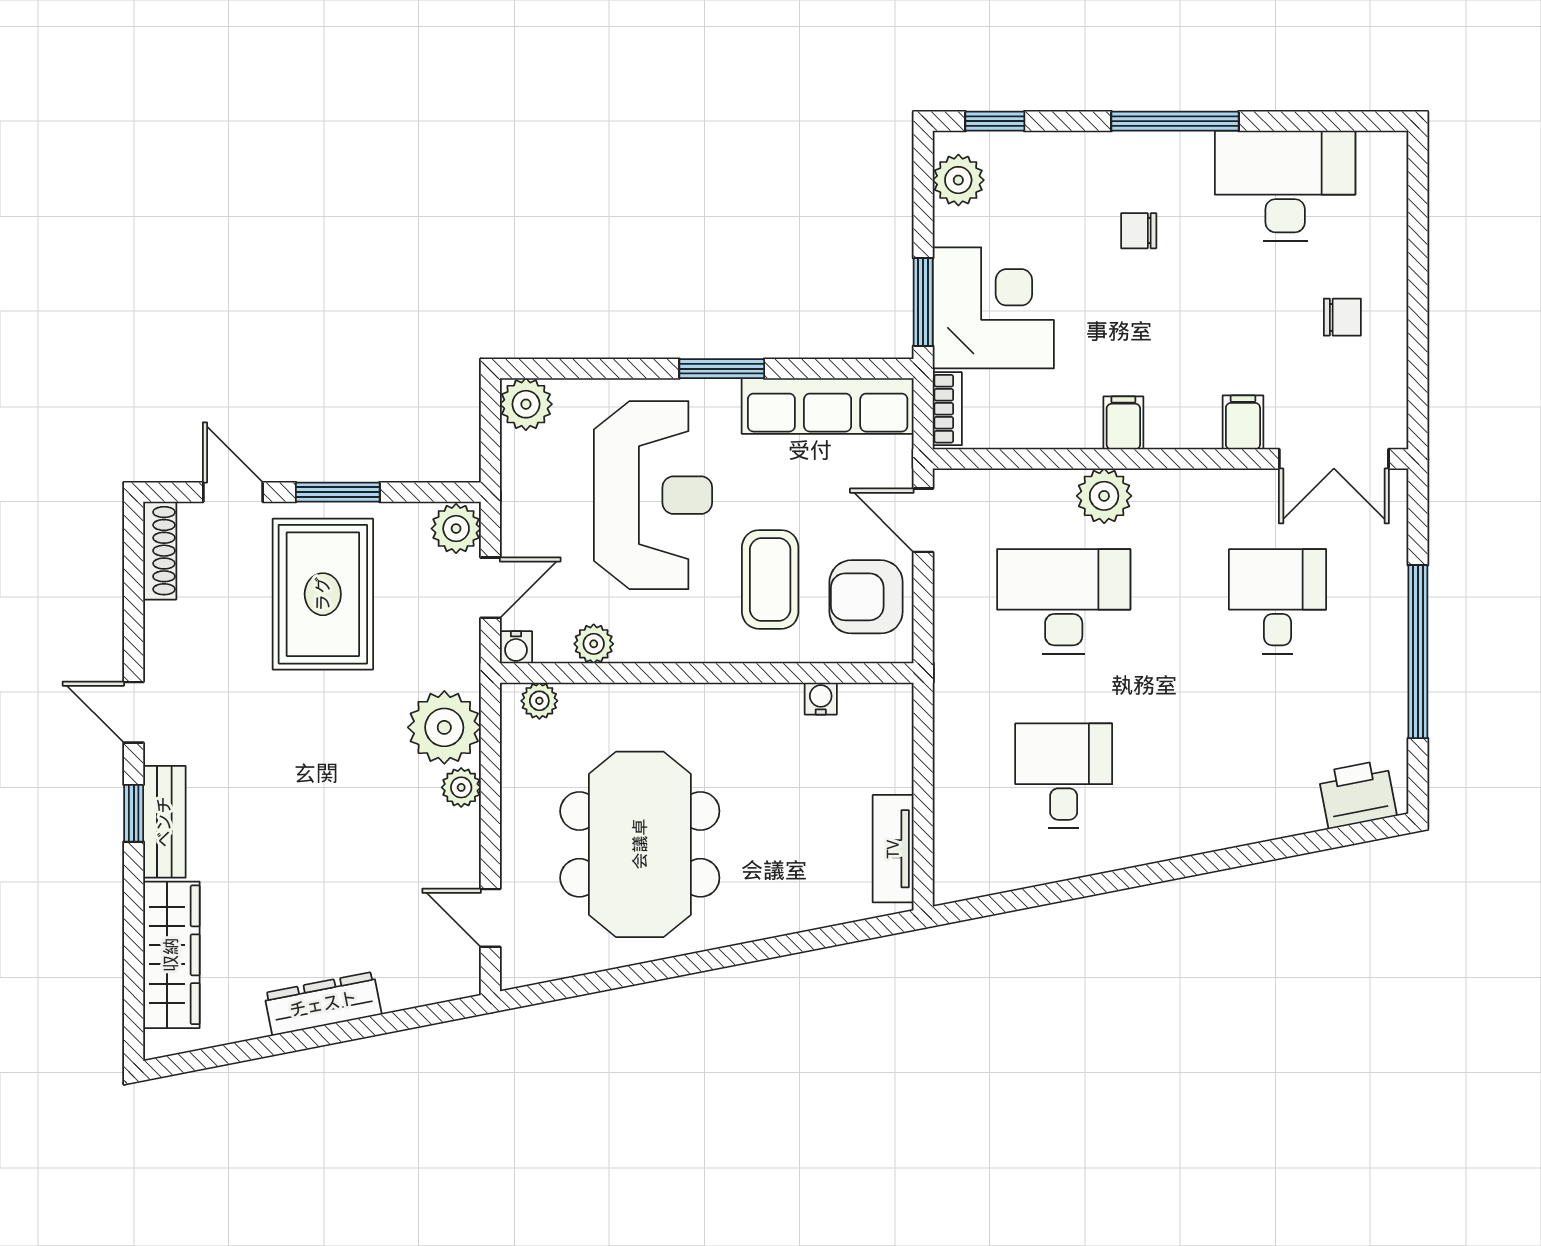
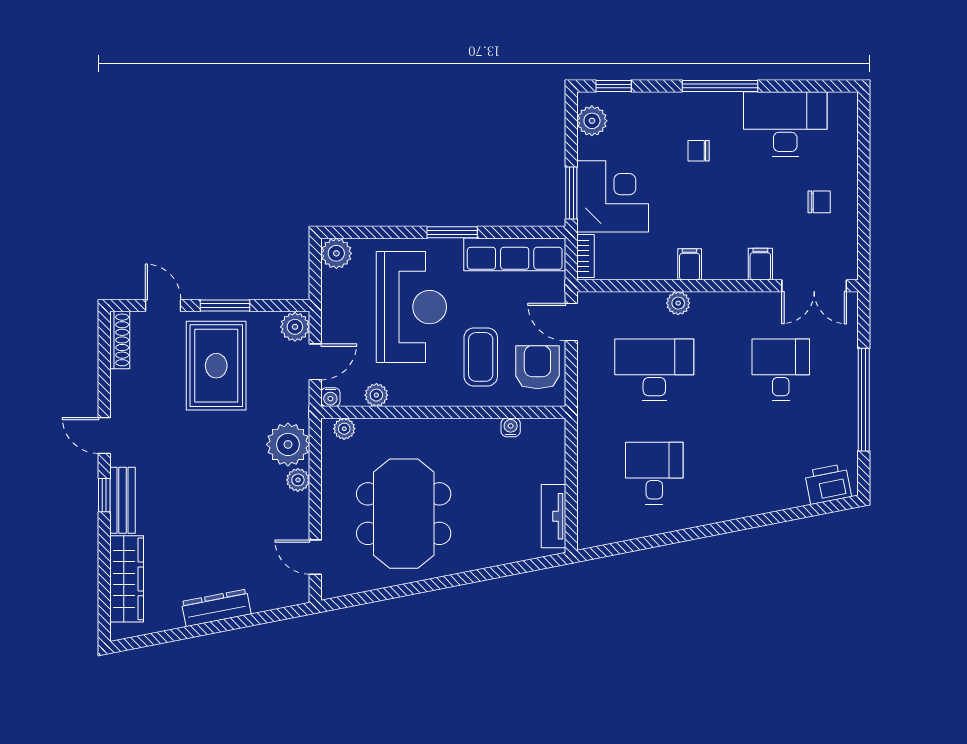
plant: (1104, 496) -> (678, 303), width x0.73, depth x0.73
armchair: (866, 597) -> (537, 367), turned 90

